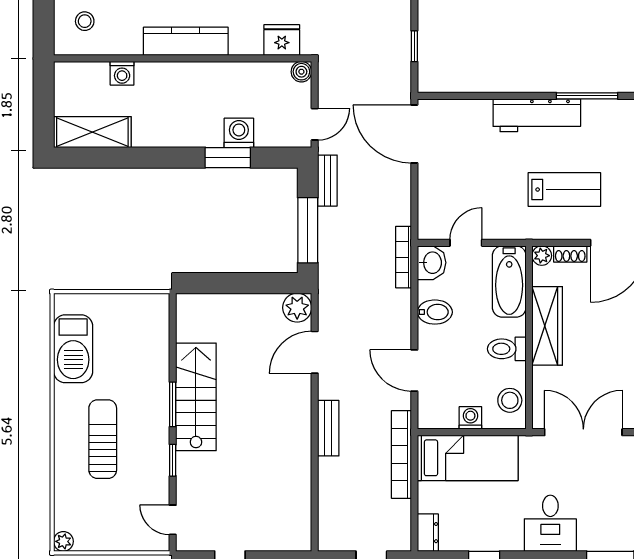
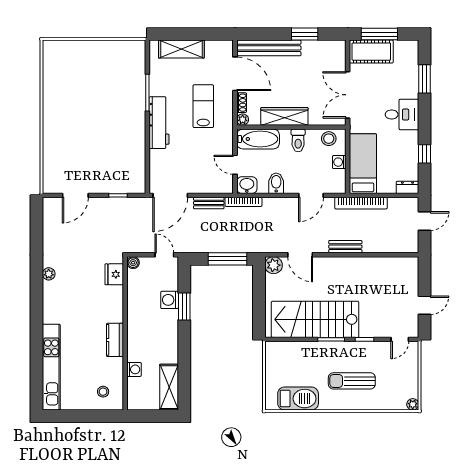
kitchen counter: (186, 41) -> (115, 340), width x0.67
bench: (327, 181) -> (209, 203), moved
stairs: (196, 397) -> (315, 319), width x1.36, depth x1.51

